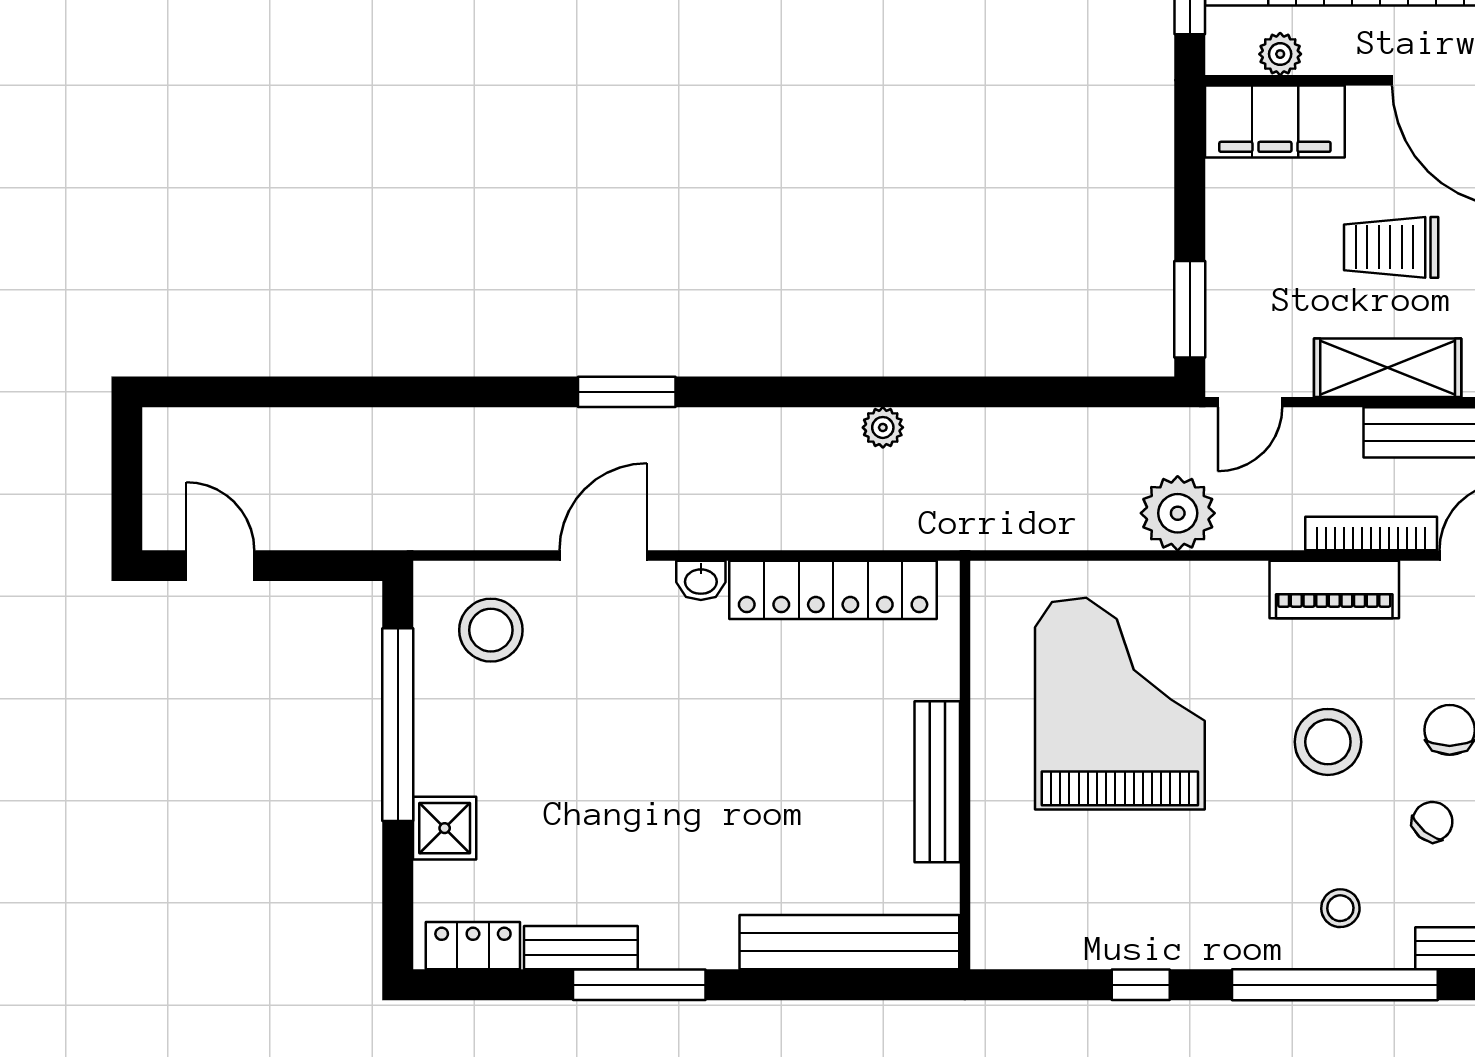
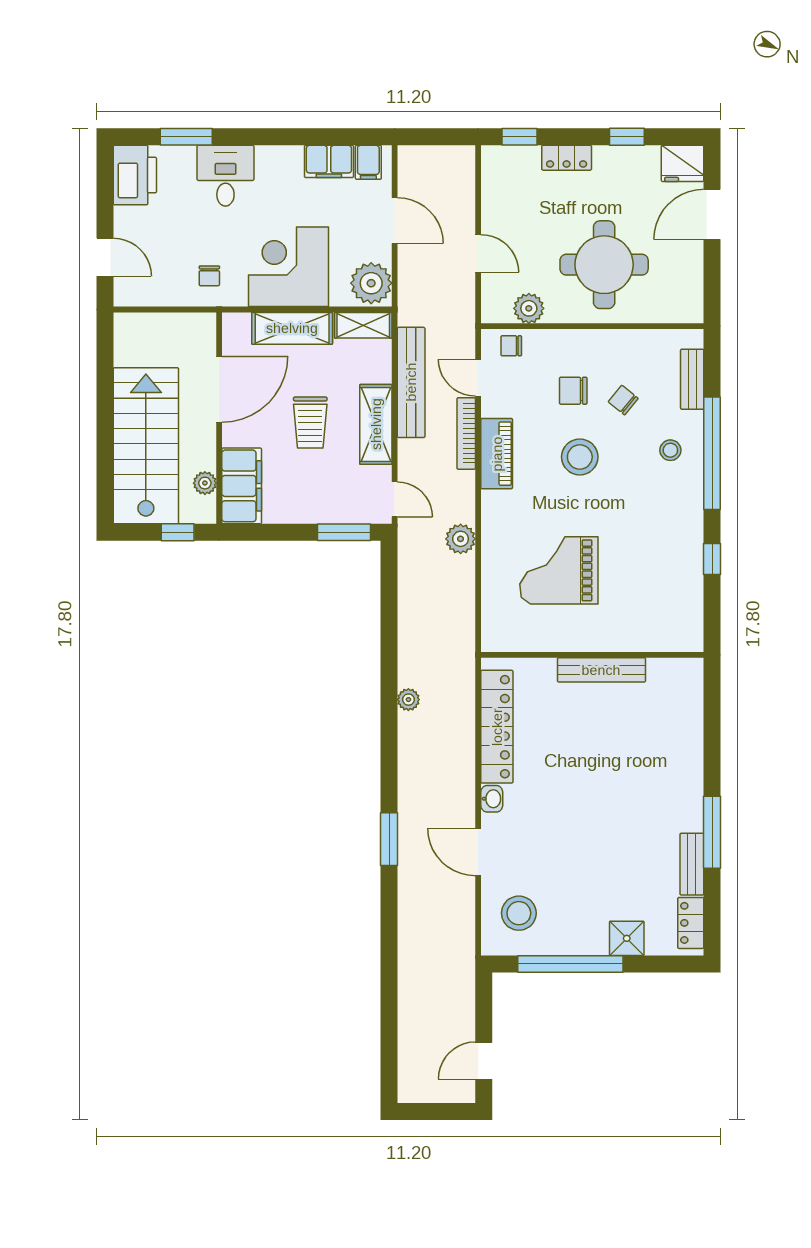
plant: (1178, 513) -> (461, 539), width x0.73, depth x0.73
grand piano: (1120, 704) -> (559, 570), width x0.73, depth x0.68
bench: (849, 942) -> (689, 718), removed

